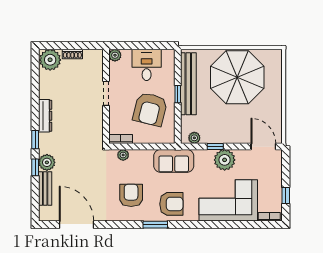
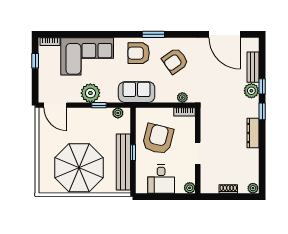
plant: (50, 60) -> (253, 188), width x0.53, depth x0.53
armchair: (131, 195) -> (175, 61), turned 55

